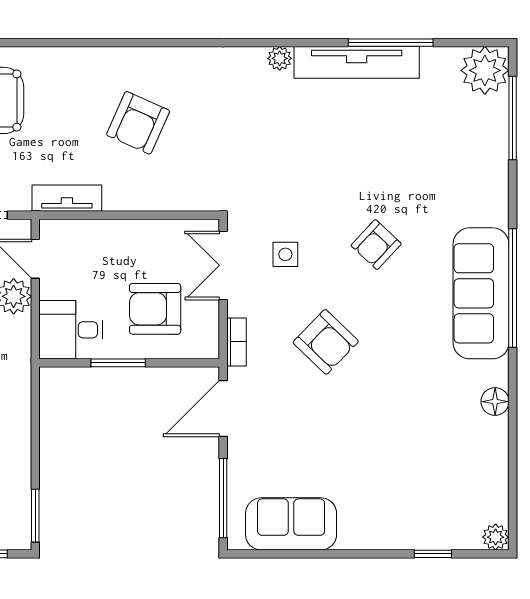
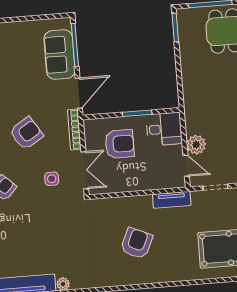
bookcase: (236, 342) -> (74, 130), width x1.56
armchair: (326, 342) -> (26, 133), turned 104
sofa: (291, 524) -> (59, 55), moved, turned 90

